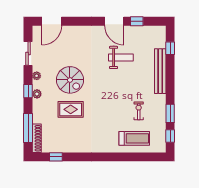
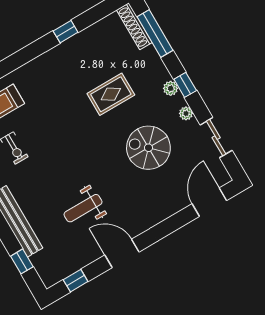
window: (137, 21) -> (76, 281), moved
spiral stairs: (70, 80) -> (148, 148), moved
window: (56, 157) -> (66, 32), moved

